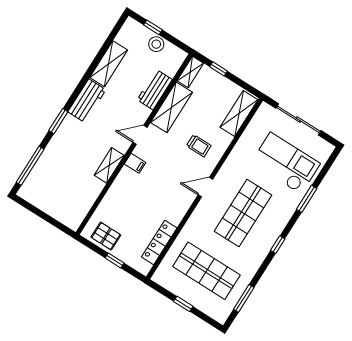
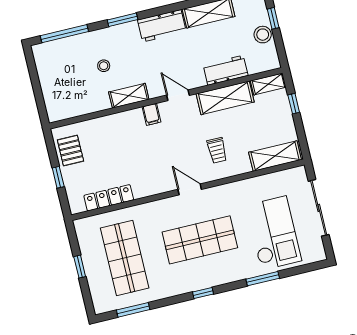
stool: (75, 162) -> (104, 66), added

